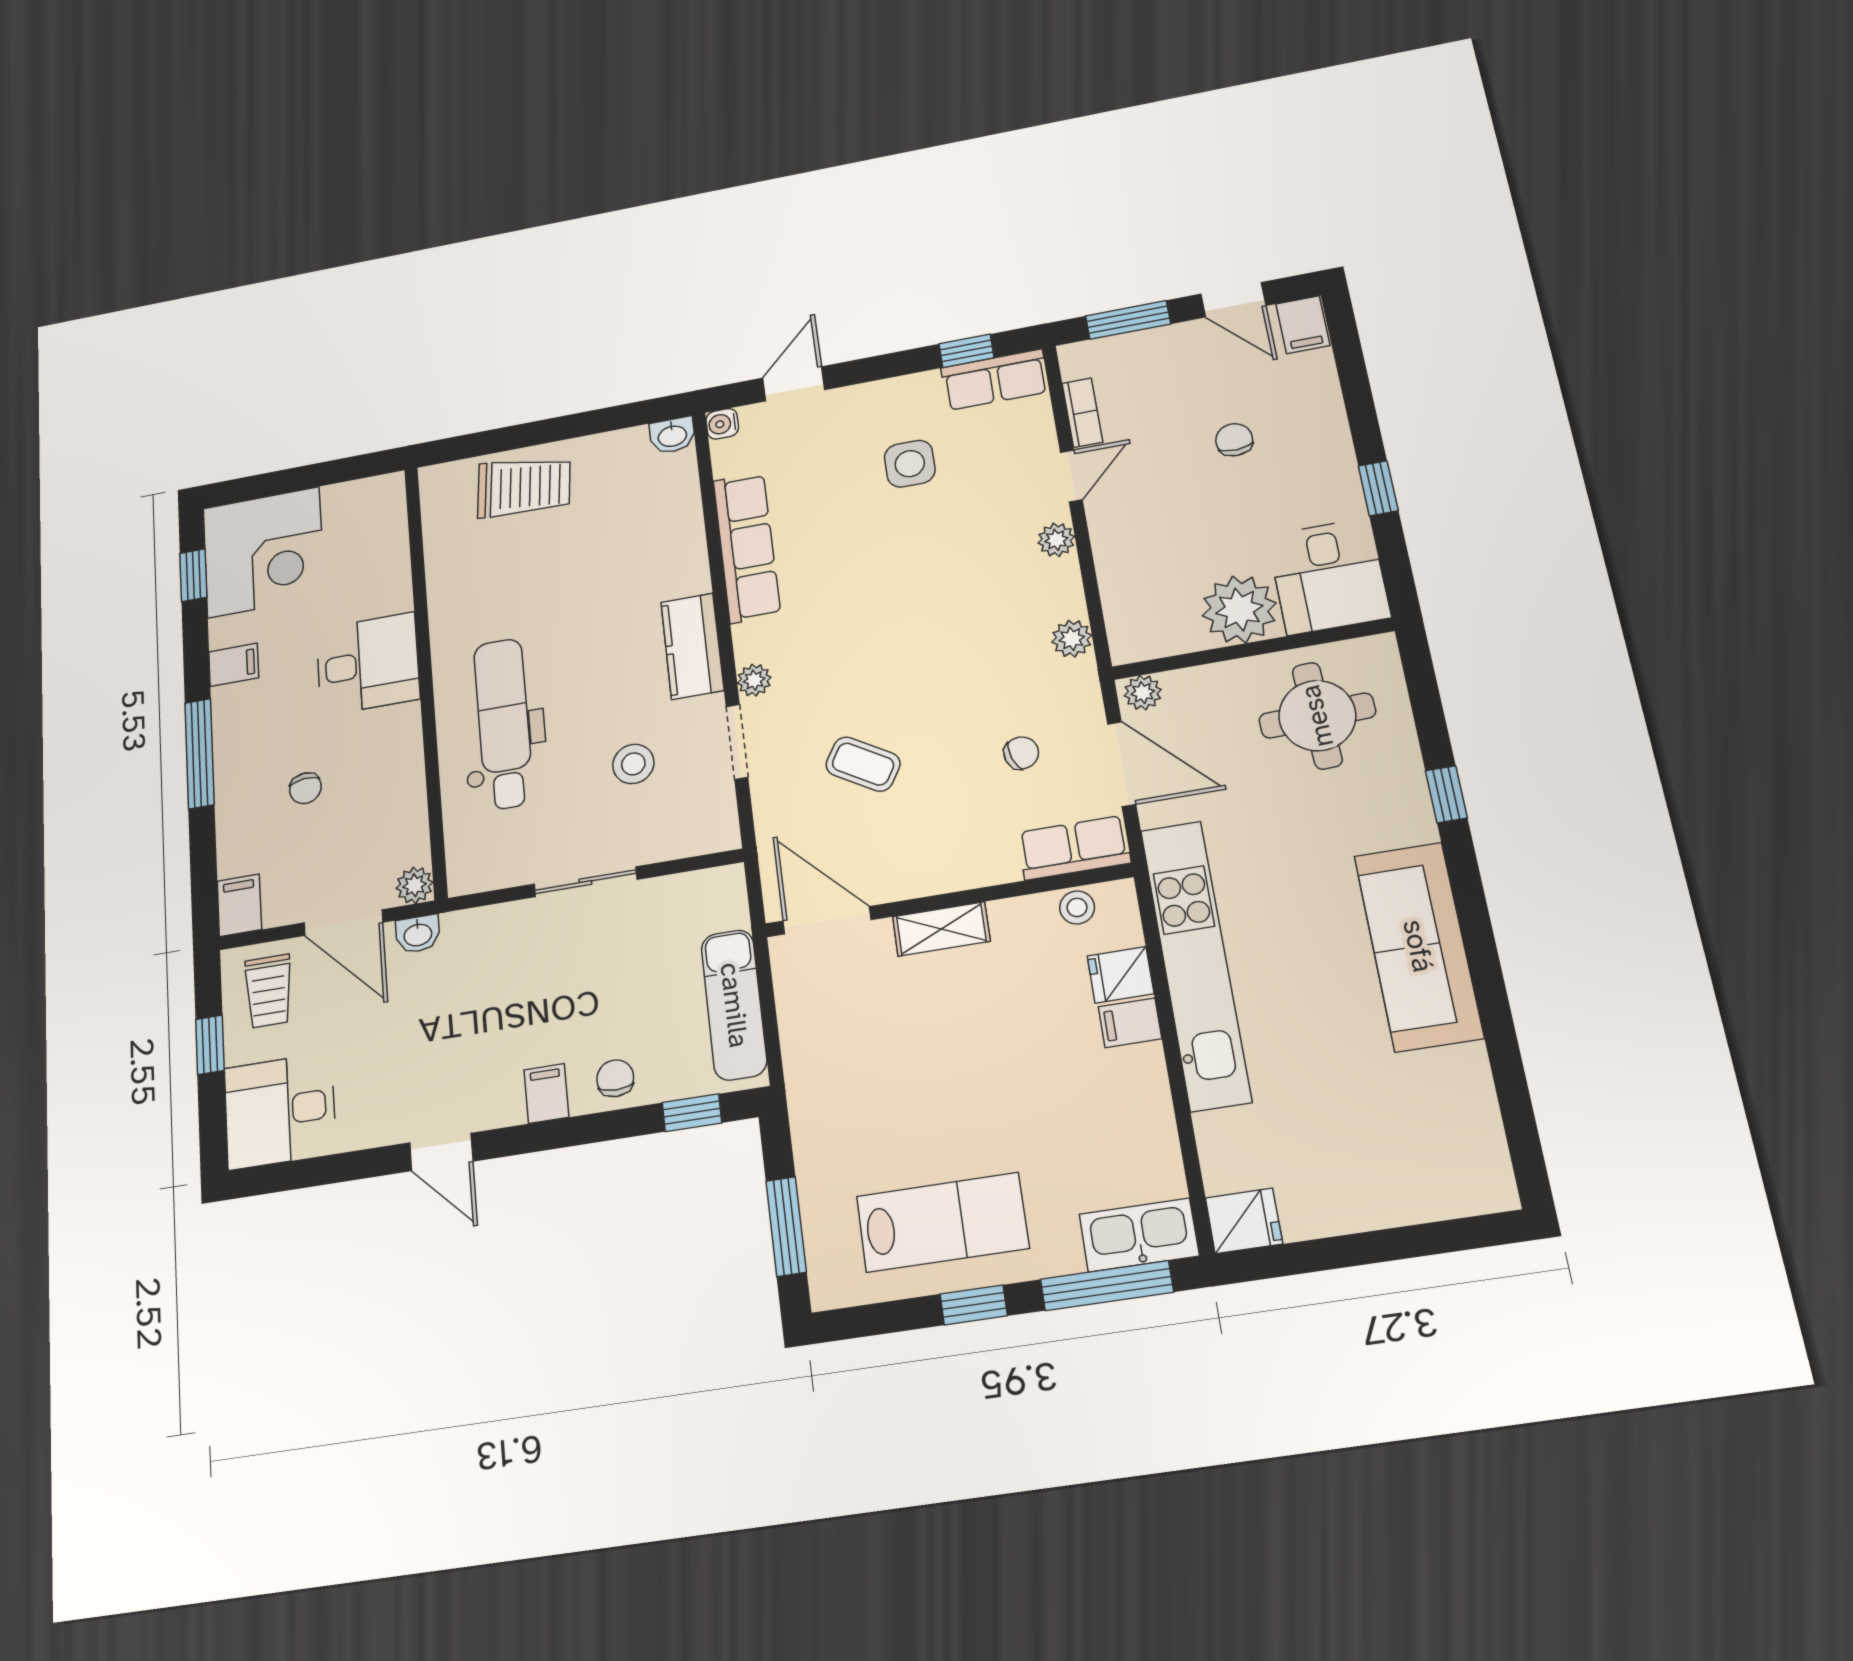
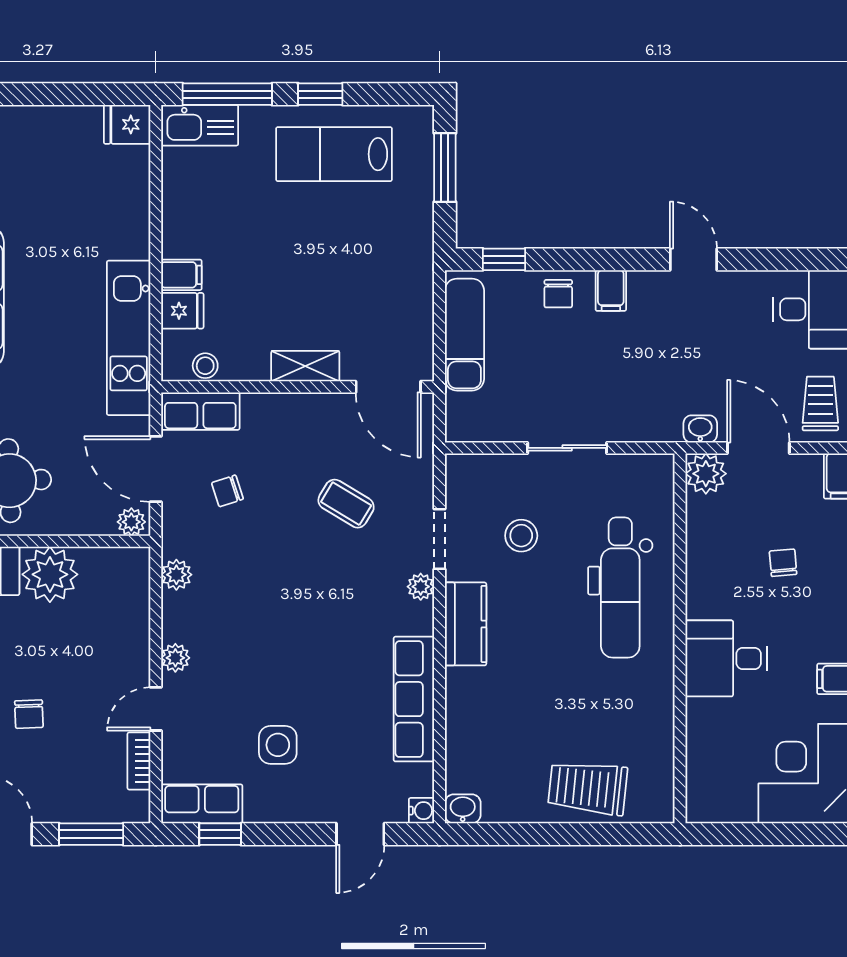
plant: (415, 885) -> (706, 474), width x1.38, depth x1.38
kitchen unit: (1195, 964) -> (129, 338), width x0.73

